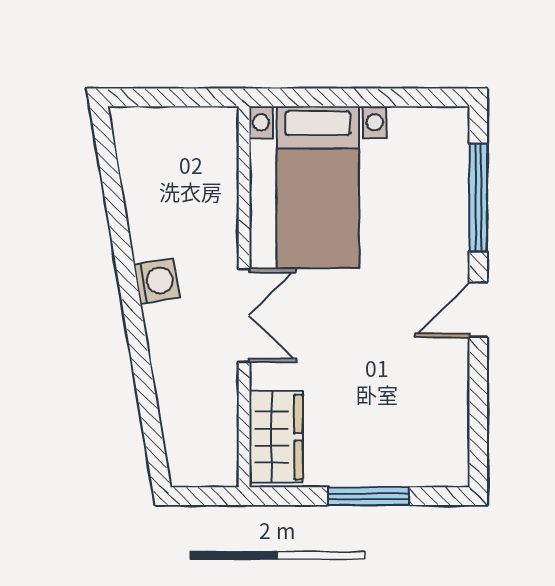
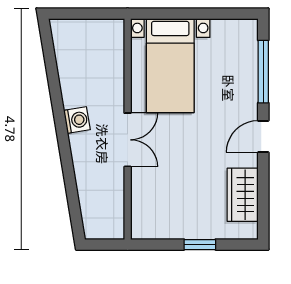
wardrobe: (276, 437) -> (243, 195), moved, turned 180
window: (369, 496) -> (200, 245), width x0.67

